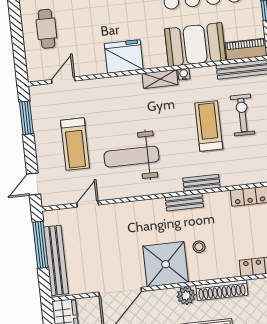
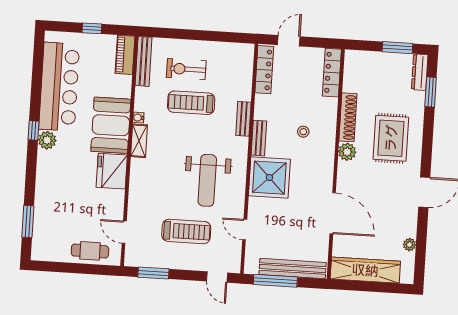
cafe table: (46, 29) -> (90, 251), moved
booth: (195, 45) -> (111, 125), moved
shower: (166, 264) -> (269, 178), moved

